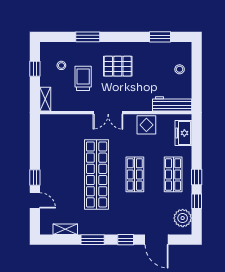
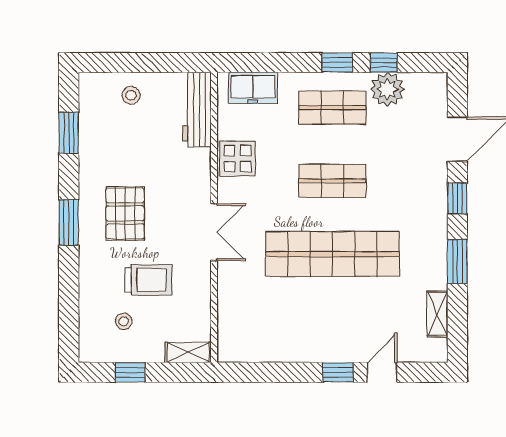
window: (88, 37) -> (69, 222), moved
trolley: (83, 78) -> (148, 280), turned 180
plant: (183, 218) -> (387, 89), moved

